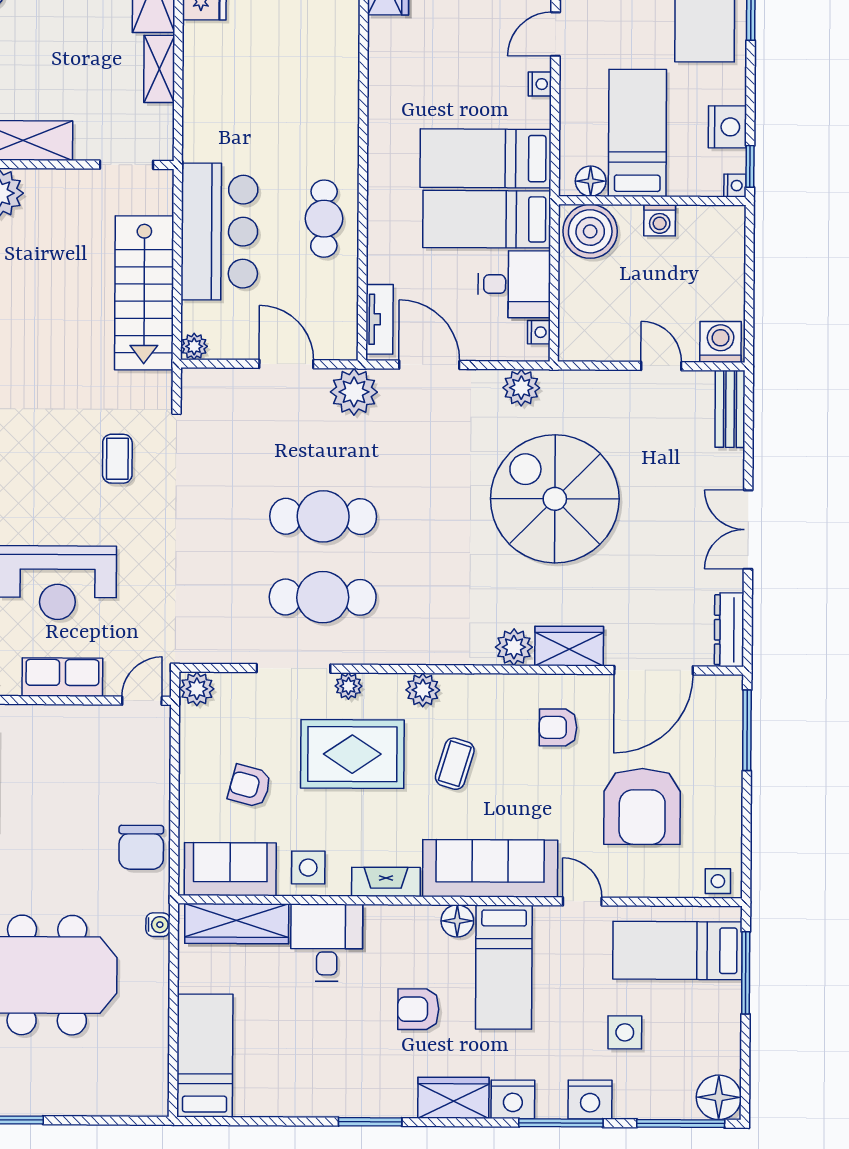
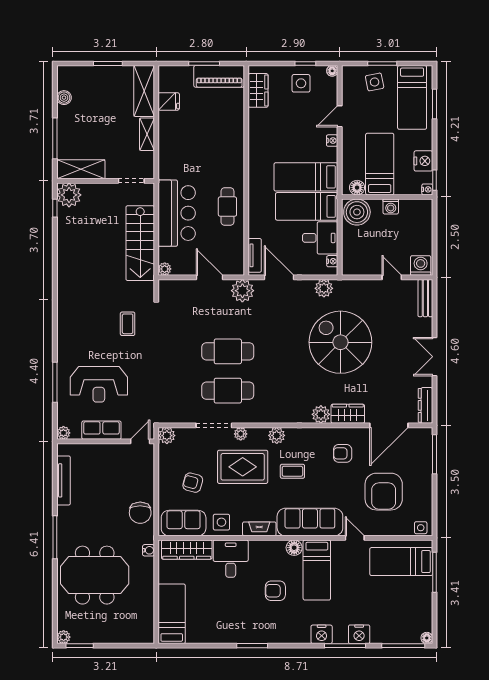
coffee table: (455, 764) -> (292, 471), turned 73
side table: (625, 1032) -> (376, 601), removed
floor lamp: (719, 1097) -> (427, 638), width x0.53, depth x0.53
wardrobe: (453, 1098) -> (293, 634), removed

